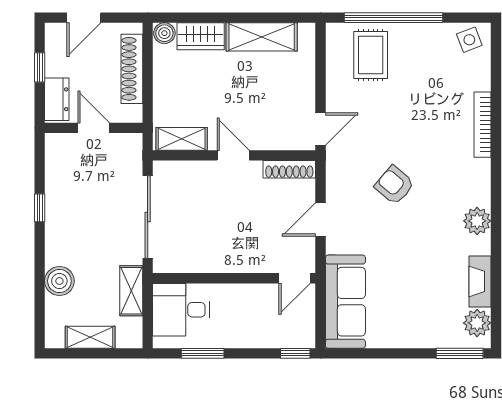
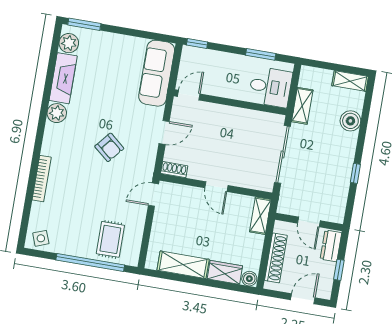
shelving: (182, 139) -> (260, 216), moved, turned 90
shoe rack: (289, 169) -> (174, 170), width x0.70
fireplace: (480, 281) -> (63, 78), width x1.37, depth x1.32
shelving: (90, 337) -> (350, 81), moved

